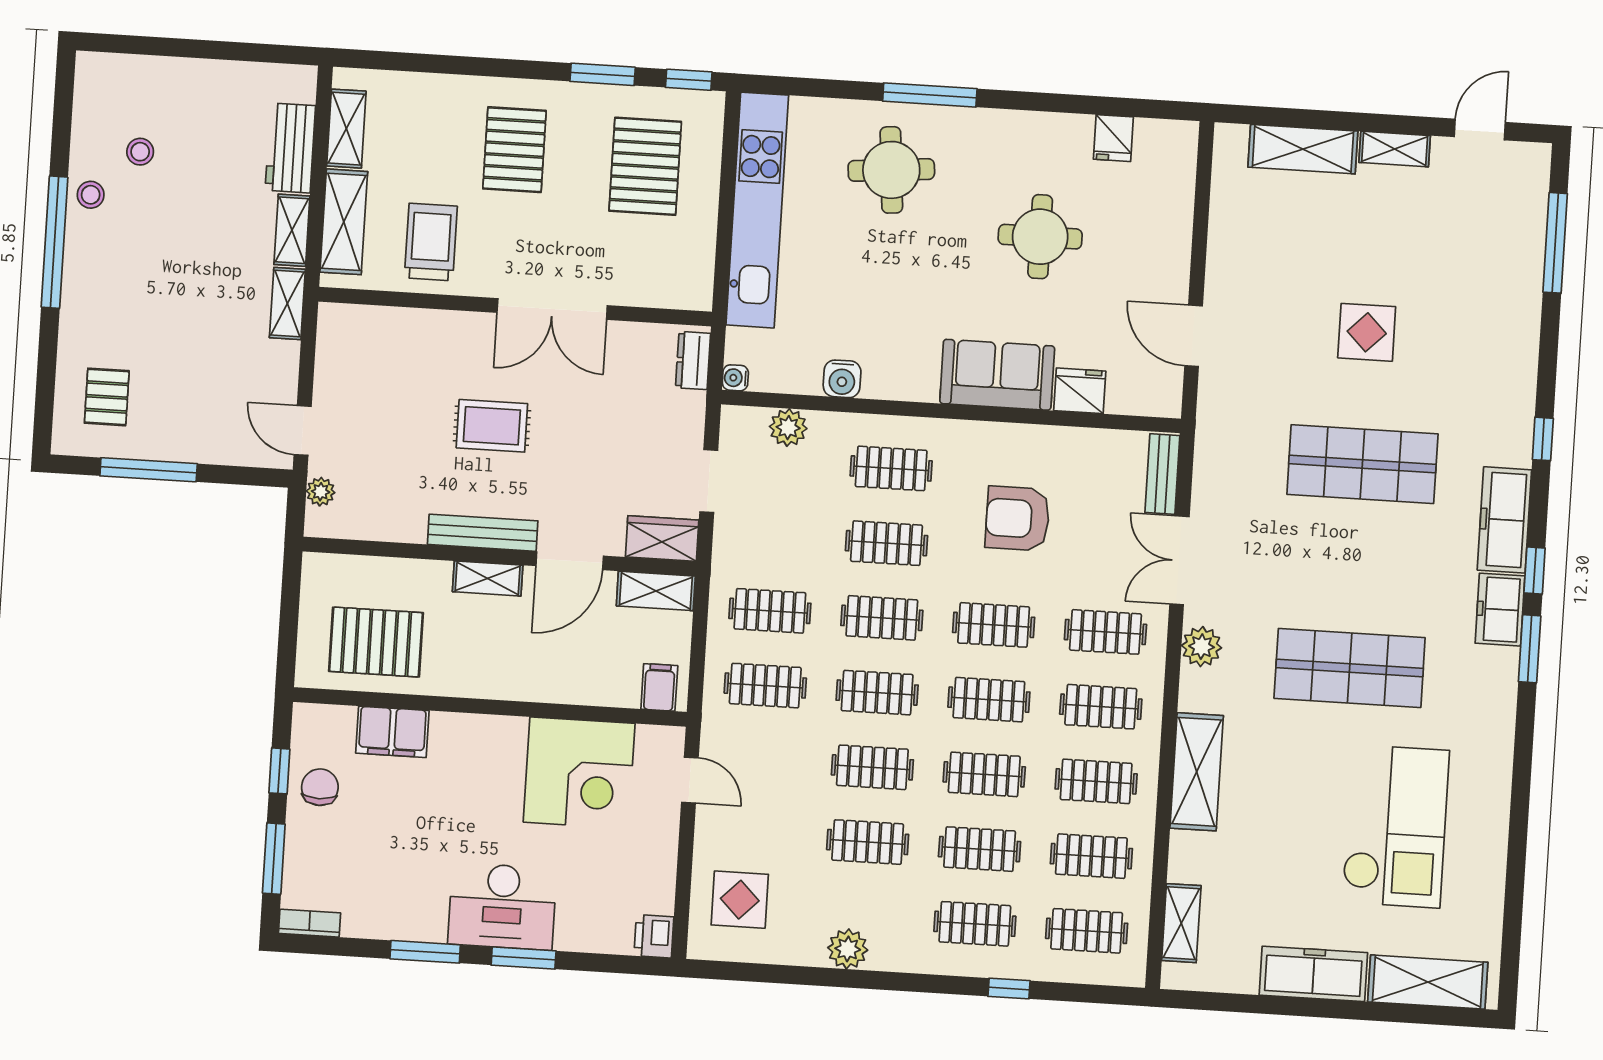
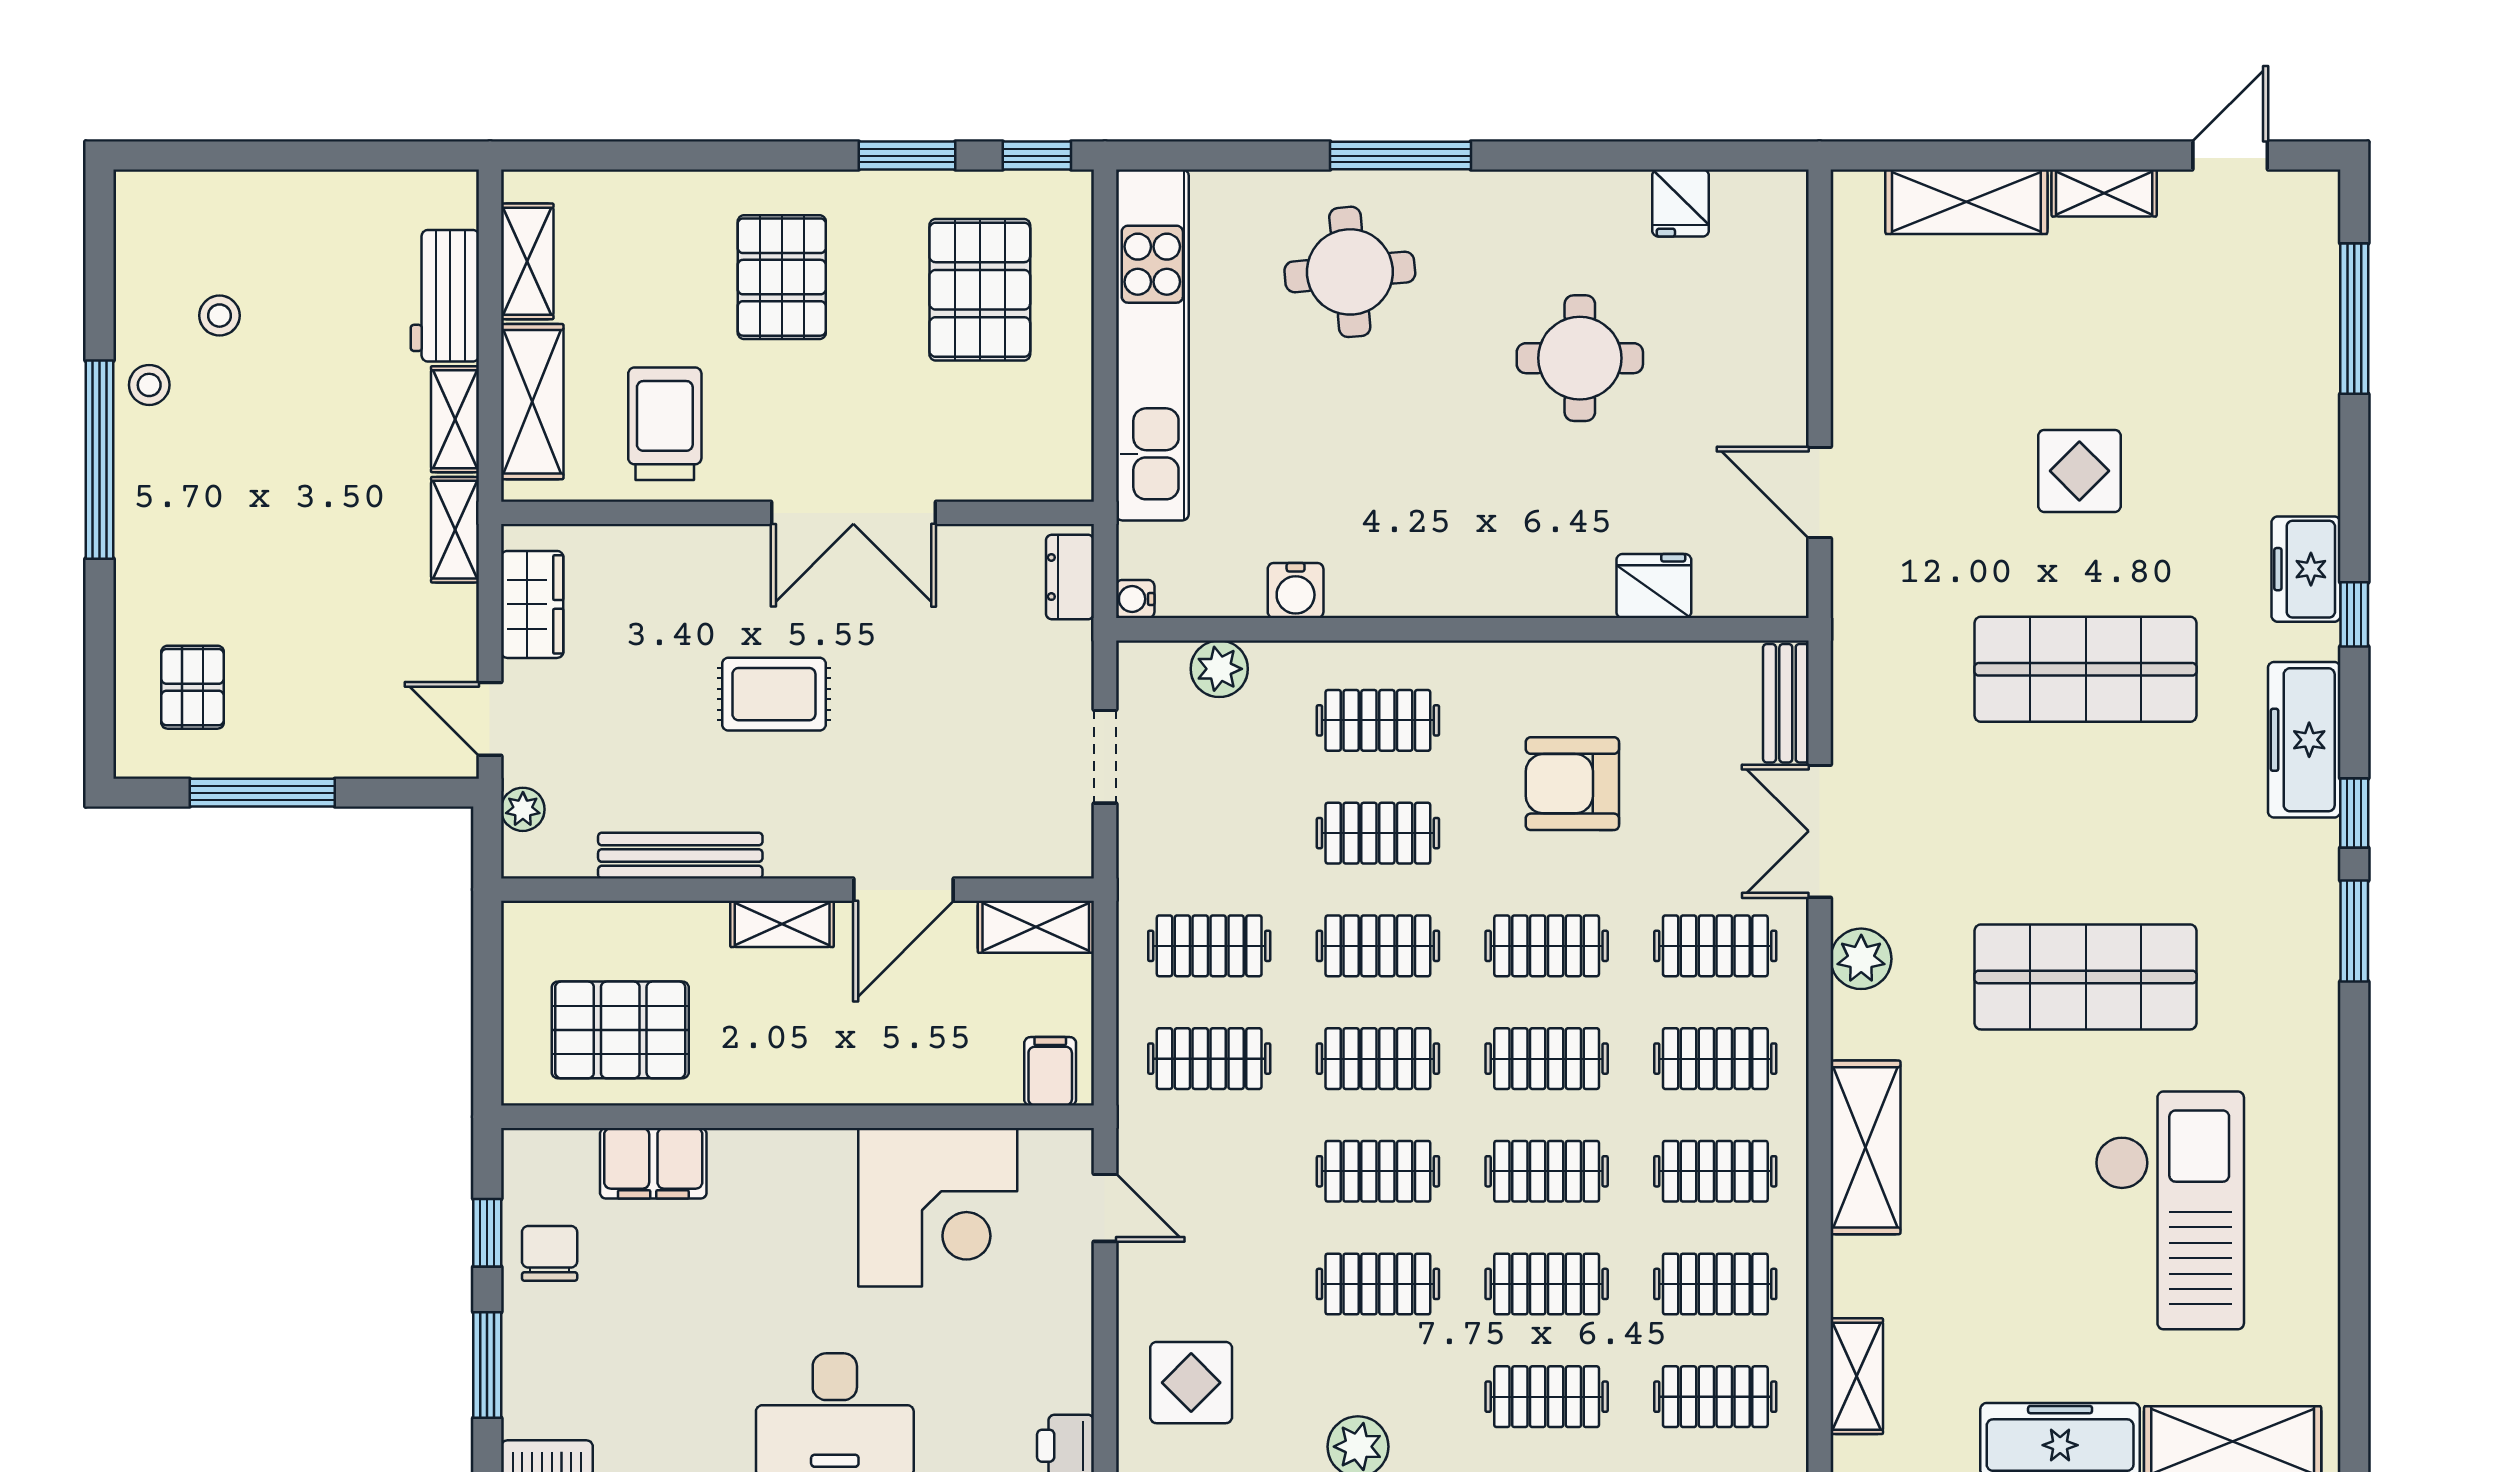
sofa: (997, 375) -> (1528, 570), removed
bench: (483, 533) -> (680, 856), moved
wardrobe: (662, 539) -> (532, 604), moved, turned 90
freezer: (1500, 610) -> (2306, 569), moved

